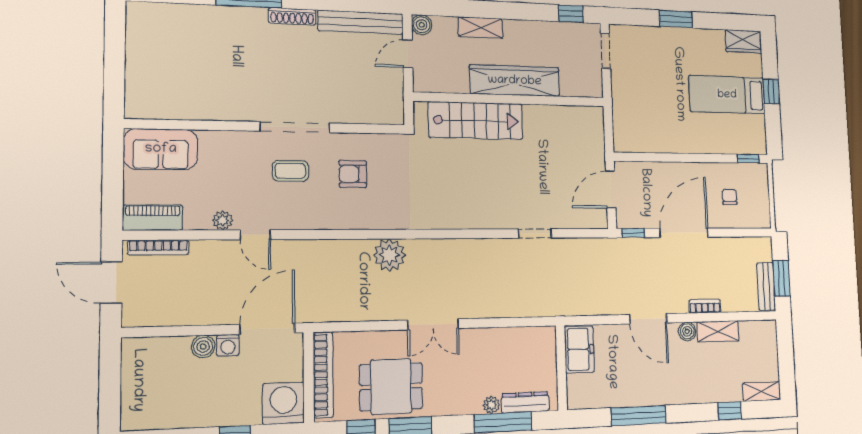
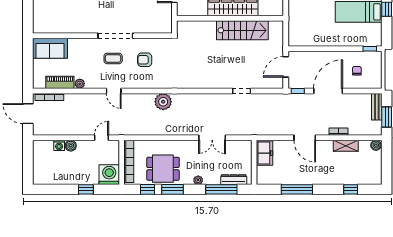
stairs: (476, 121) -> (242, 30), moved
piano: (153, 218) -> (60, 82), moved
door: (255, 235) -> (114, 91), moved
bench: (766, 286) -> (377, 107), moved
double door: (433, 324) -> (212, 138), moved
door: (267, 329) -> (101, 138), width x0.53
boiler: (687, 331) -> (376, 145), moved
washing machine: (228, 345) -> (59, 145), moved
shelving: (762, 391) -> (371, 180), removed
plant: (491, 405) -> (198, 180), moved

